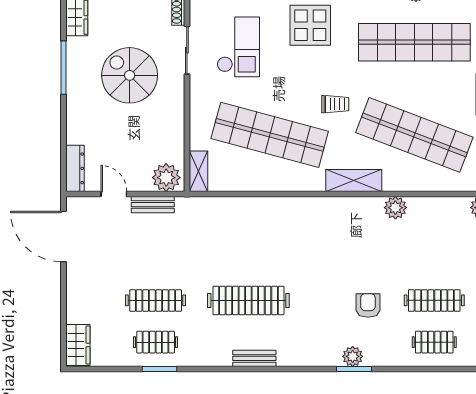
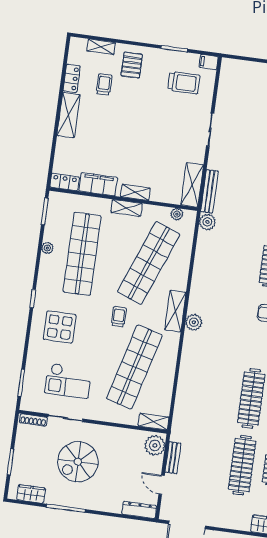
checkout: (238, 47) -> (68, 381), turned 180
door: (114, 194) -> (162, 485), hinge flipped
plant: (395, 208) -> (194, 322), moved
clothes rail: (156, 300) -> (242, 465), width x1.37, depth x1.31

